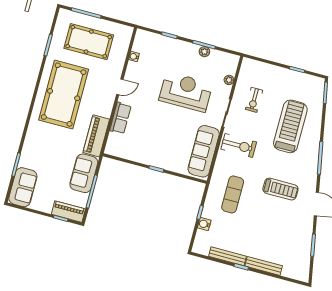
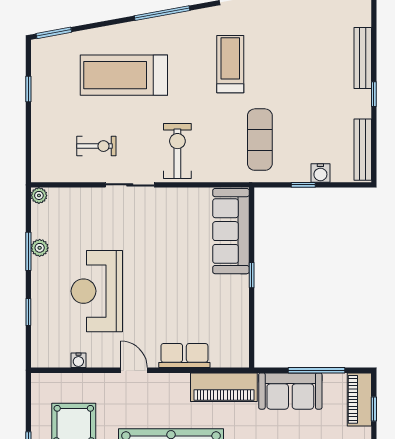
plant: (229, 80) -> (39, 195), moved
reception desk: (186, 92) -> (97, 291), moved
sofa: (204, 151) -> (231, 231), moved, turned 90
exercise mat: (233, 194) -> (260, 140), turned 90
bench: (228, 256) -> (363, 150), moved

